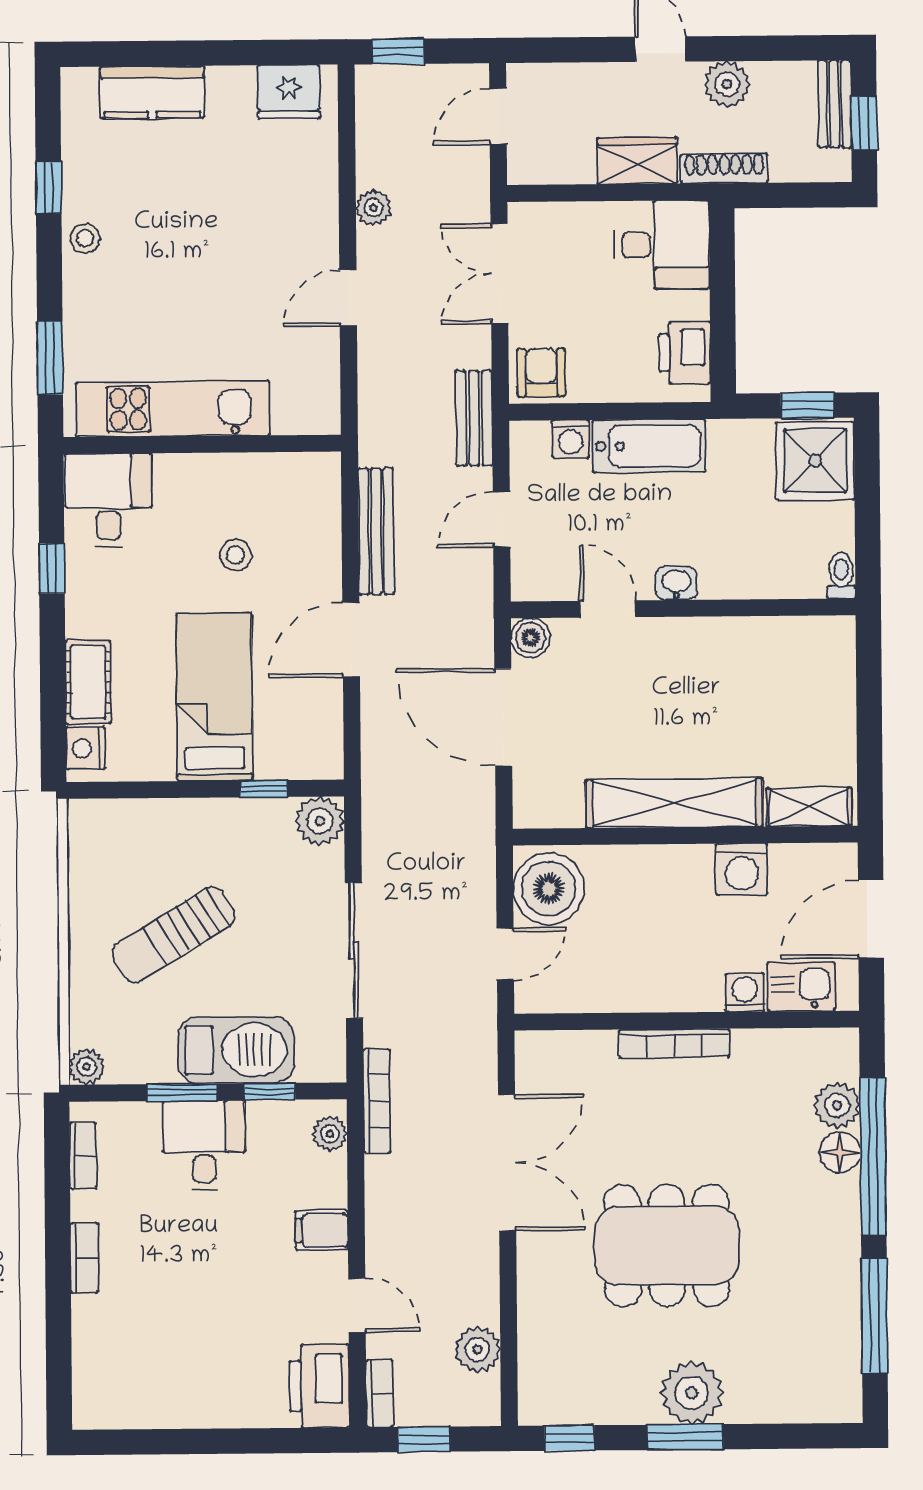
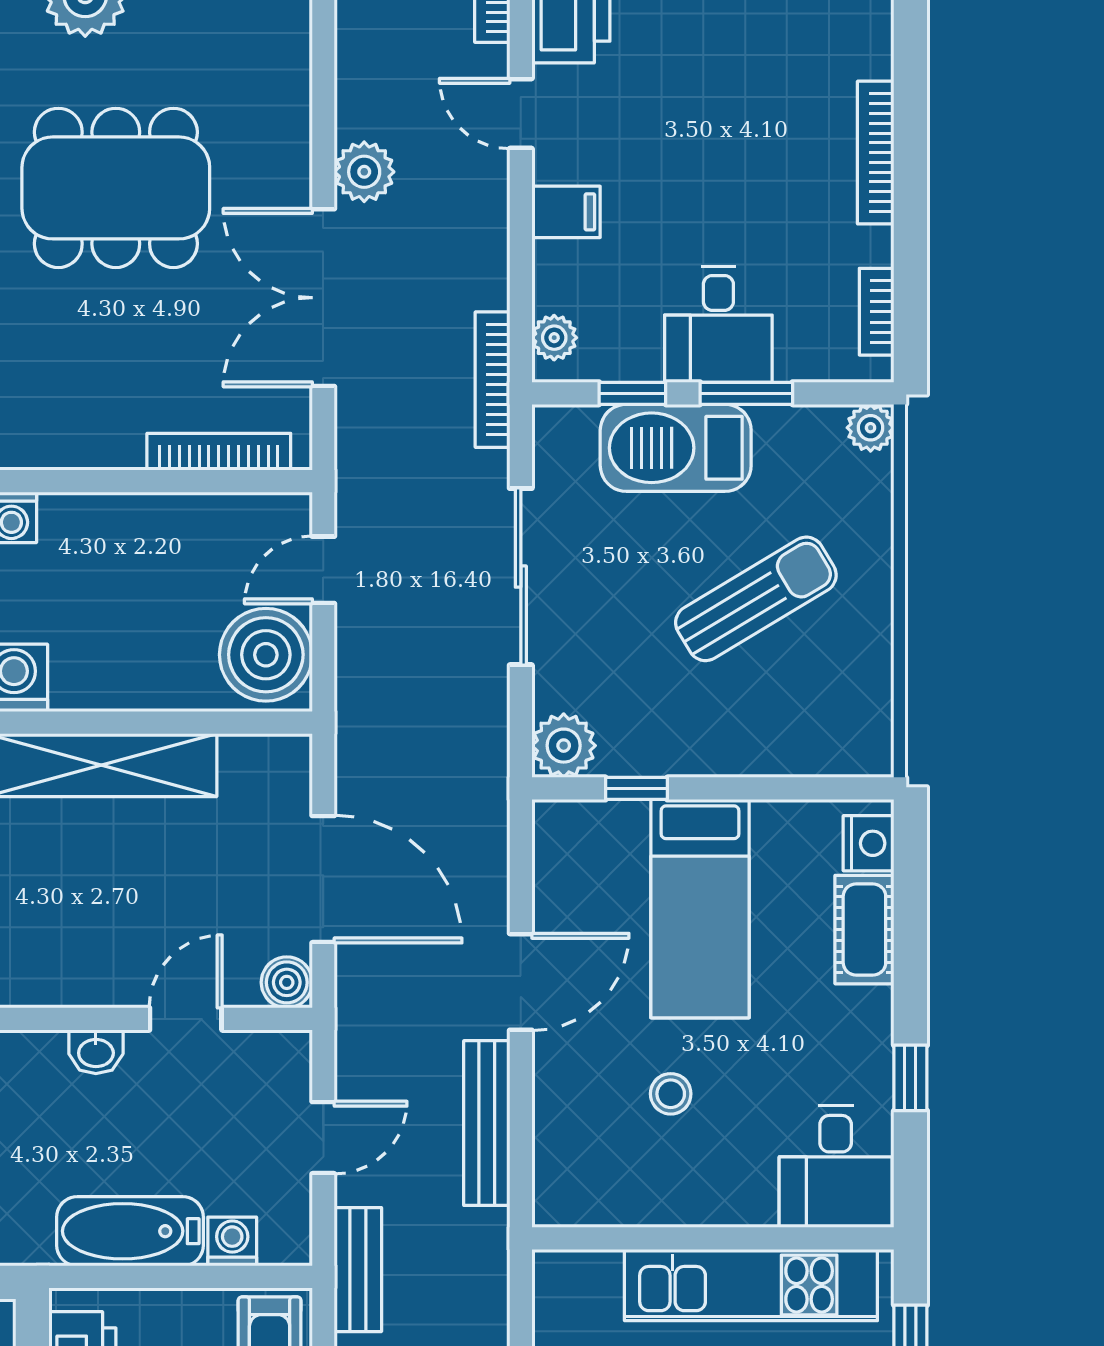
door: (608, 609) -> (186, 1019), swing flipped
bookcase: (674, 1043) -> (219, 452), moved
bookcase: (84, 1258) -> (876, 153), width x1.56
plant: (477, 1349) -> (364, 172), moved

